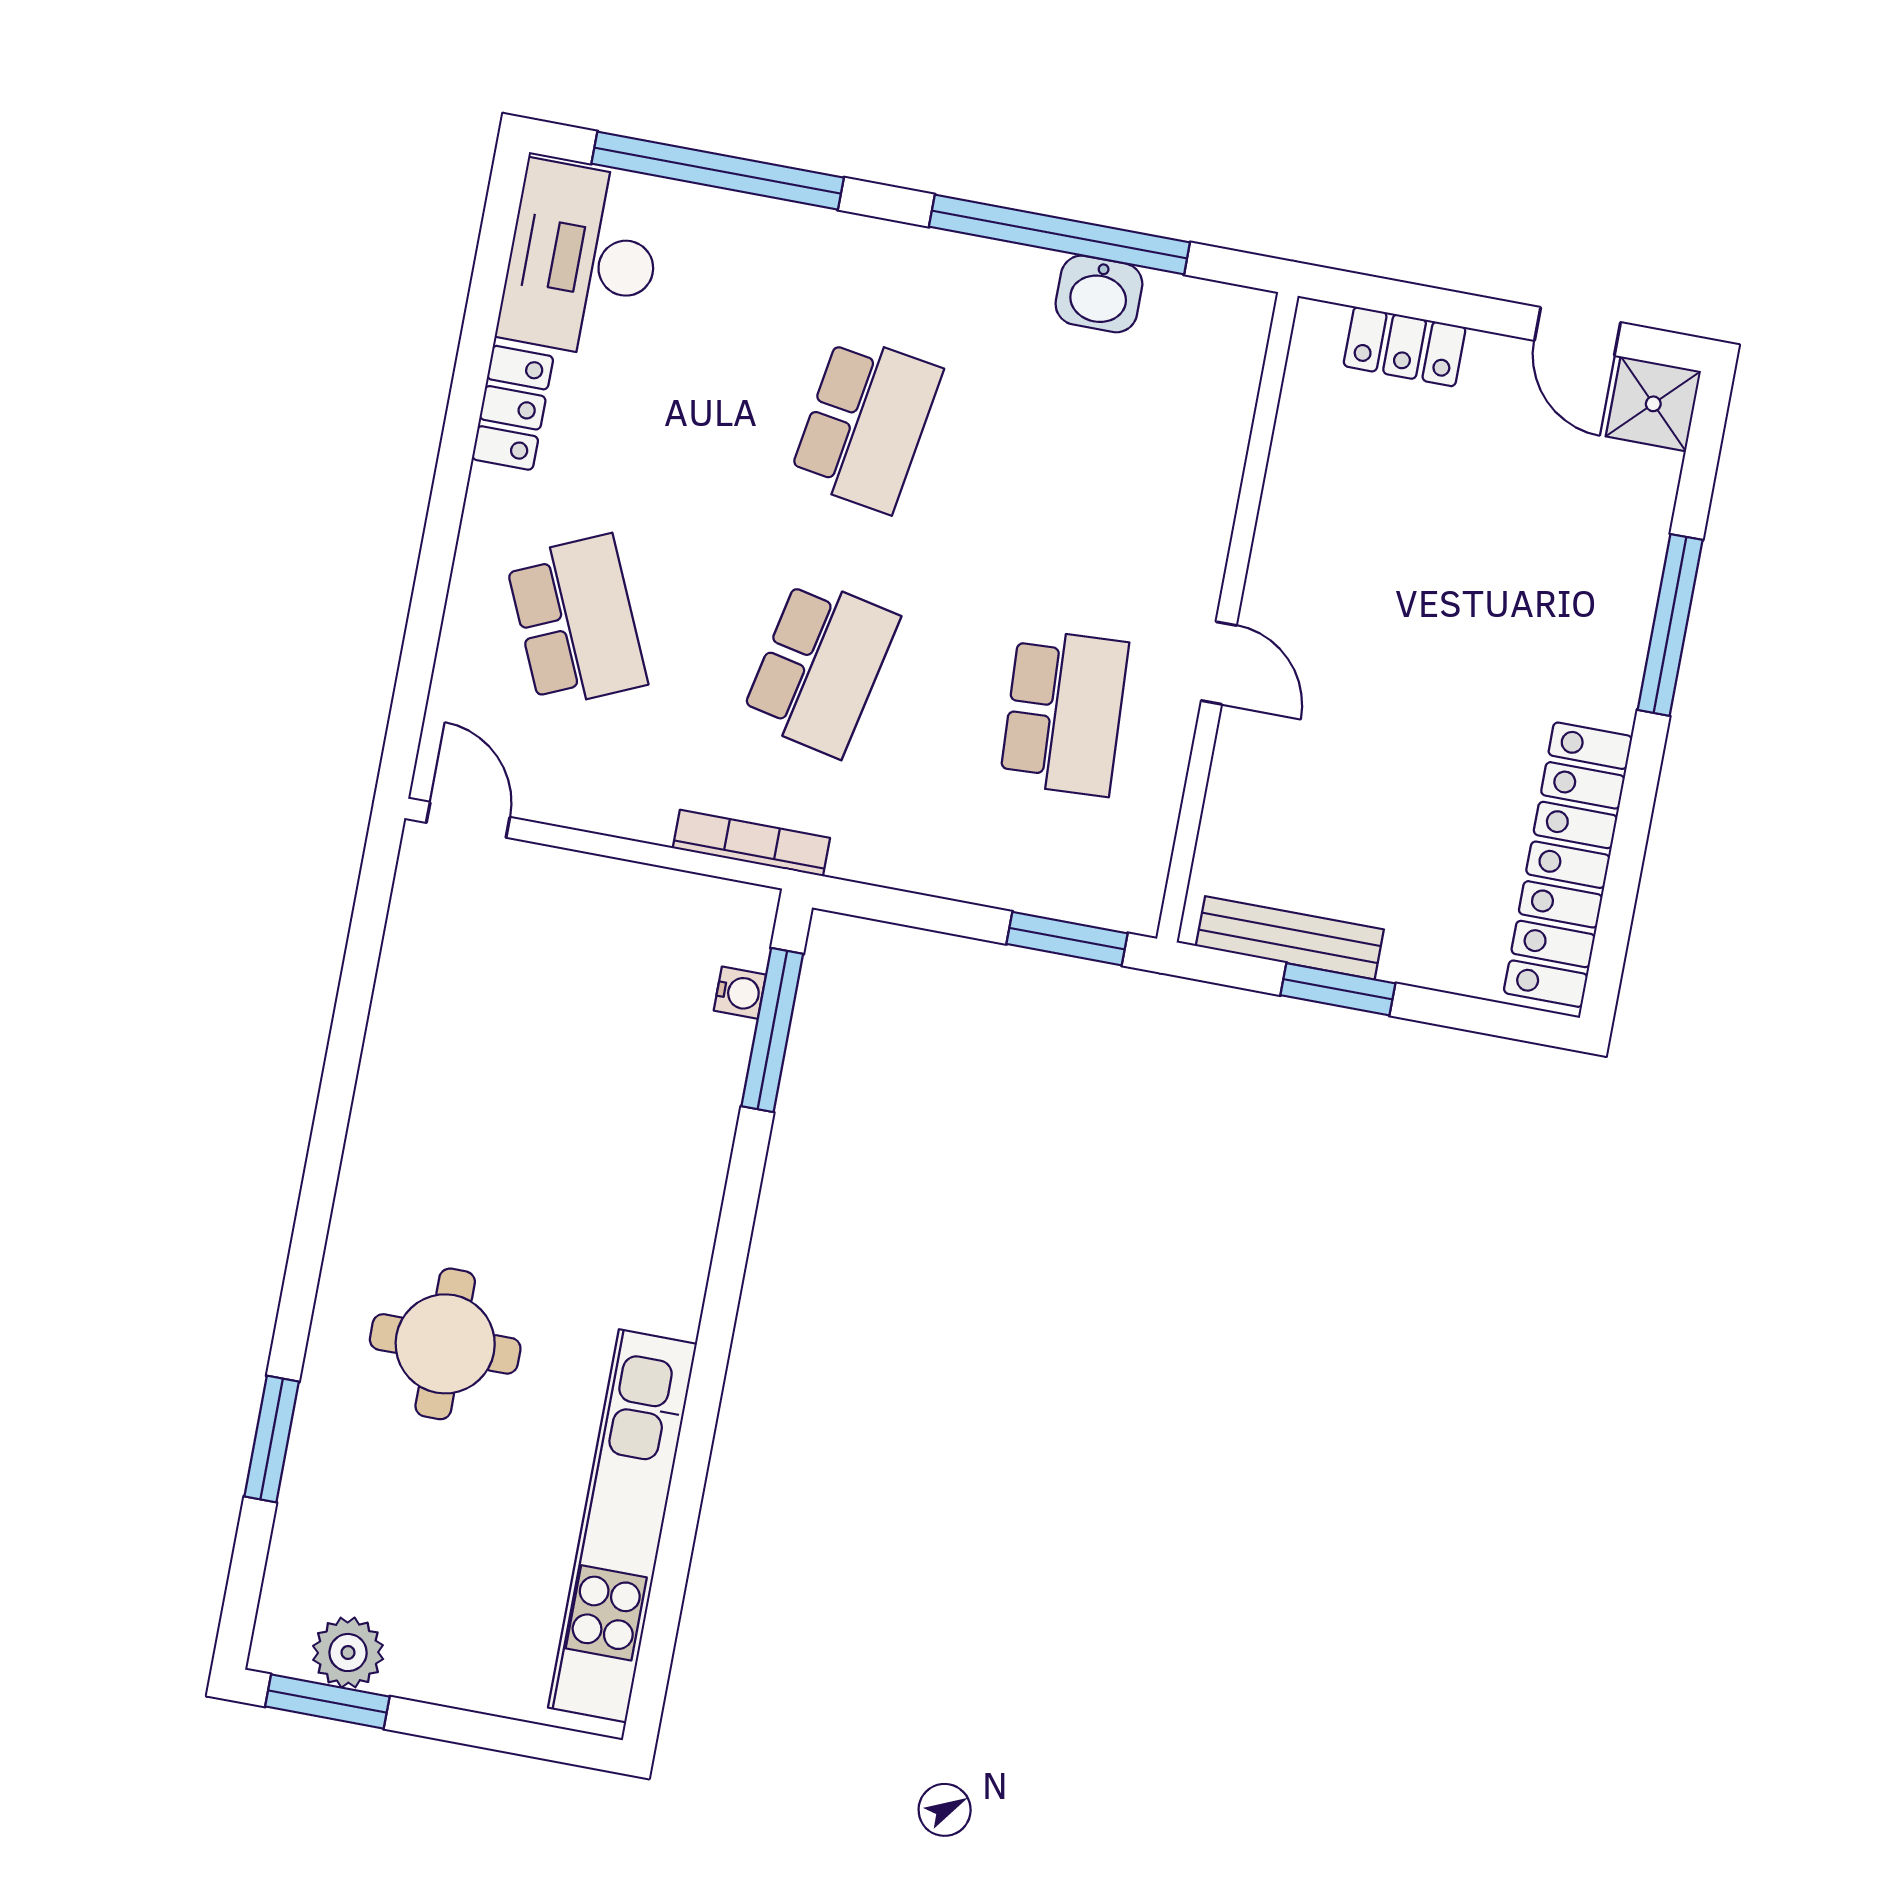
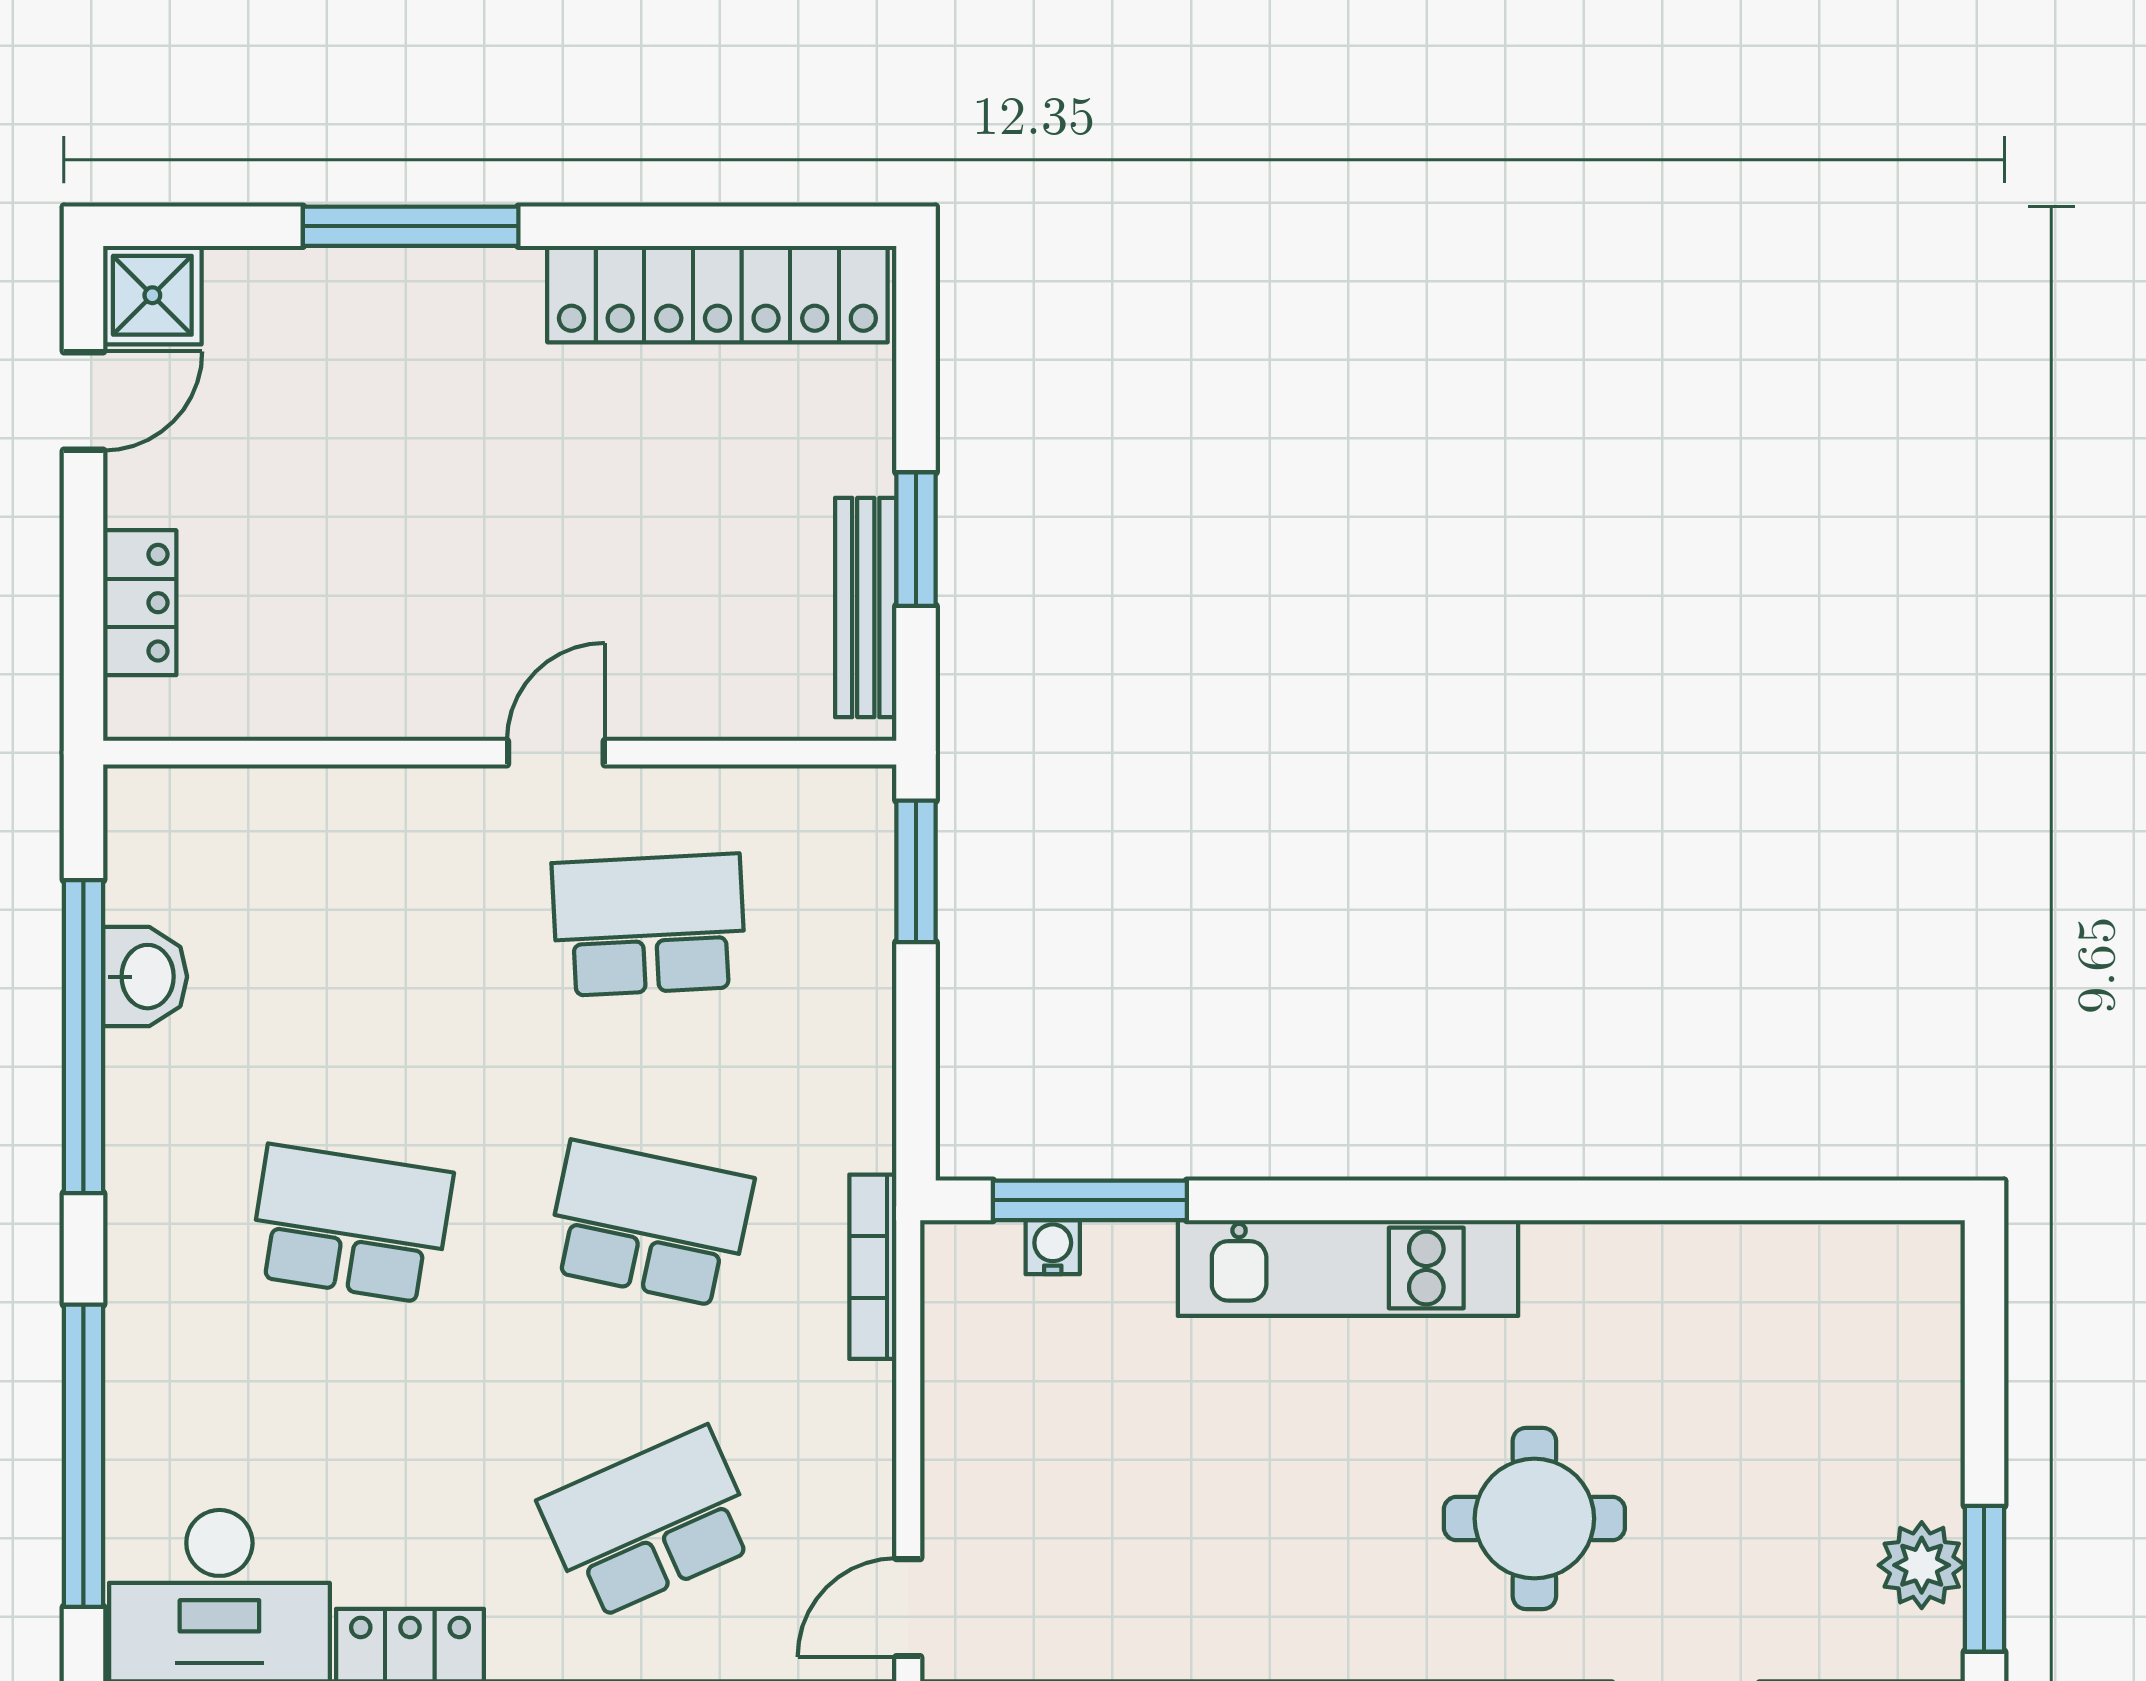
kitchen unit: (623, 1526) -> (1348, 1268), moved, width x0.73

